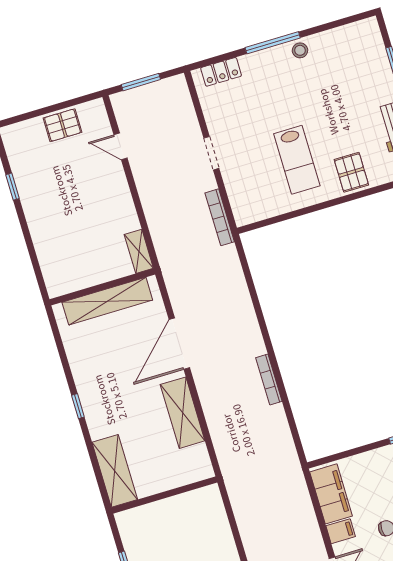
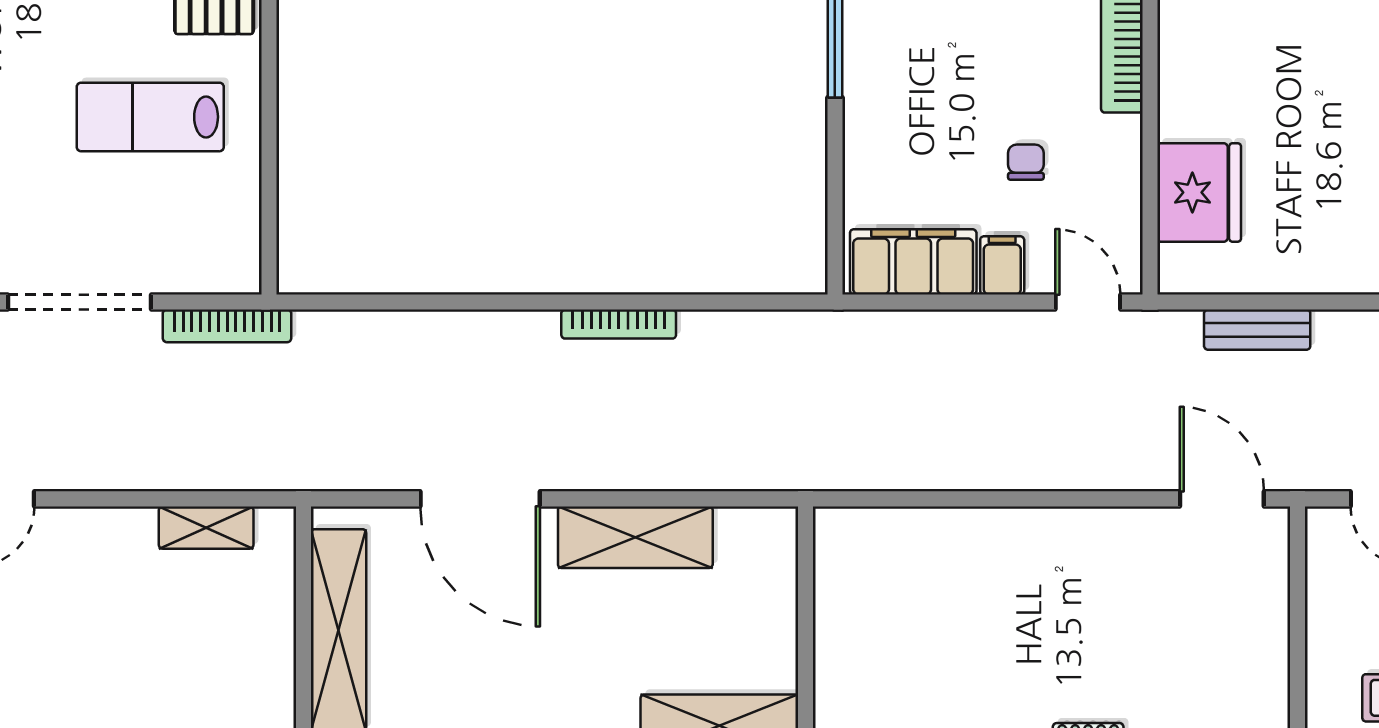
doorway: (211, 153) -> (79, 302), width x1.88
lab bench: (297, 160) -> (150, 117), turned 180
shelving: (139, 251) -> (206, 528), moved

